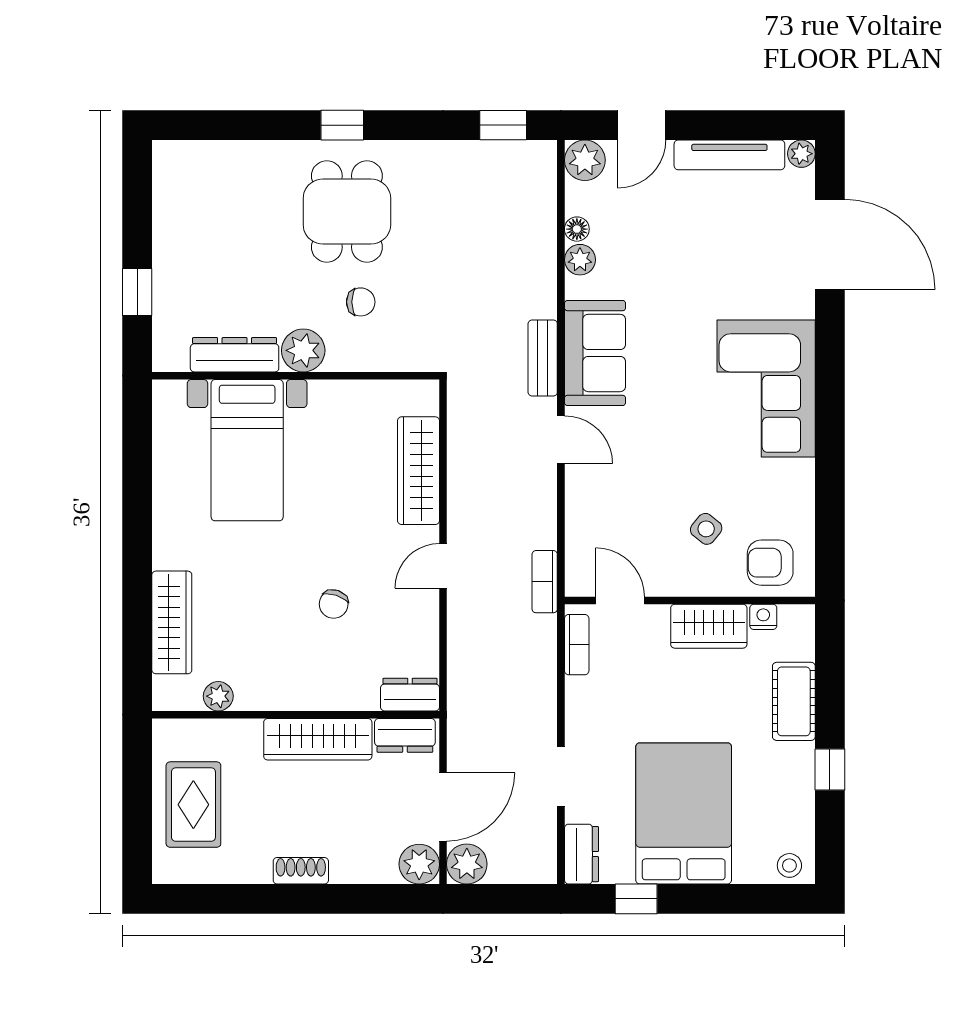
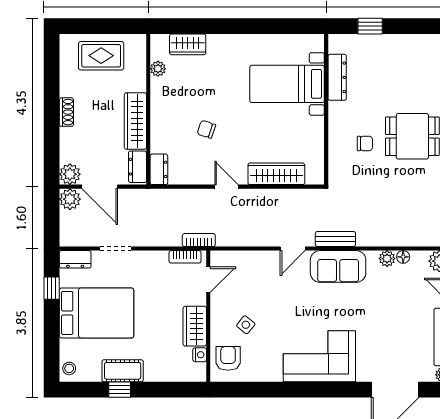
chair: (361, 302) -> (365, 143), turned -90
plant: (303, 350) -> (339, 113), removed
bookcase: (545, 582) -> (199, 240), moved
wardrobe: (172, 622) -> (188, 44), width x0.67
cot: (794, 701) -> (123, 371), moved

